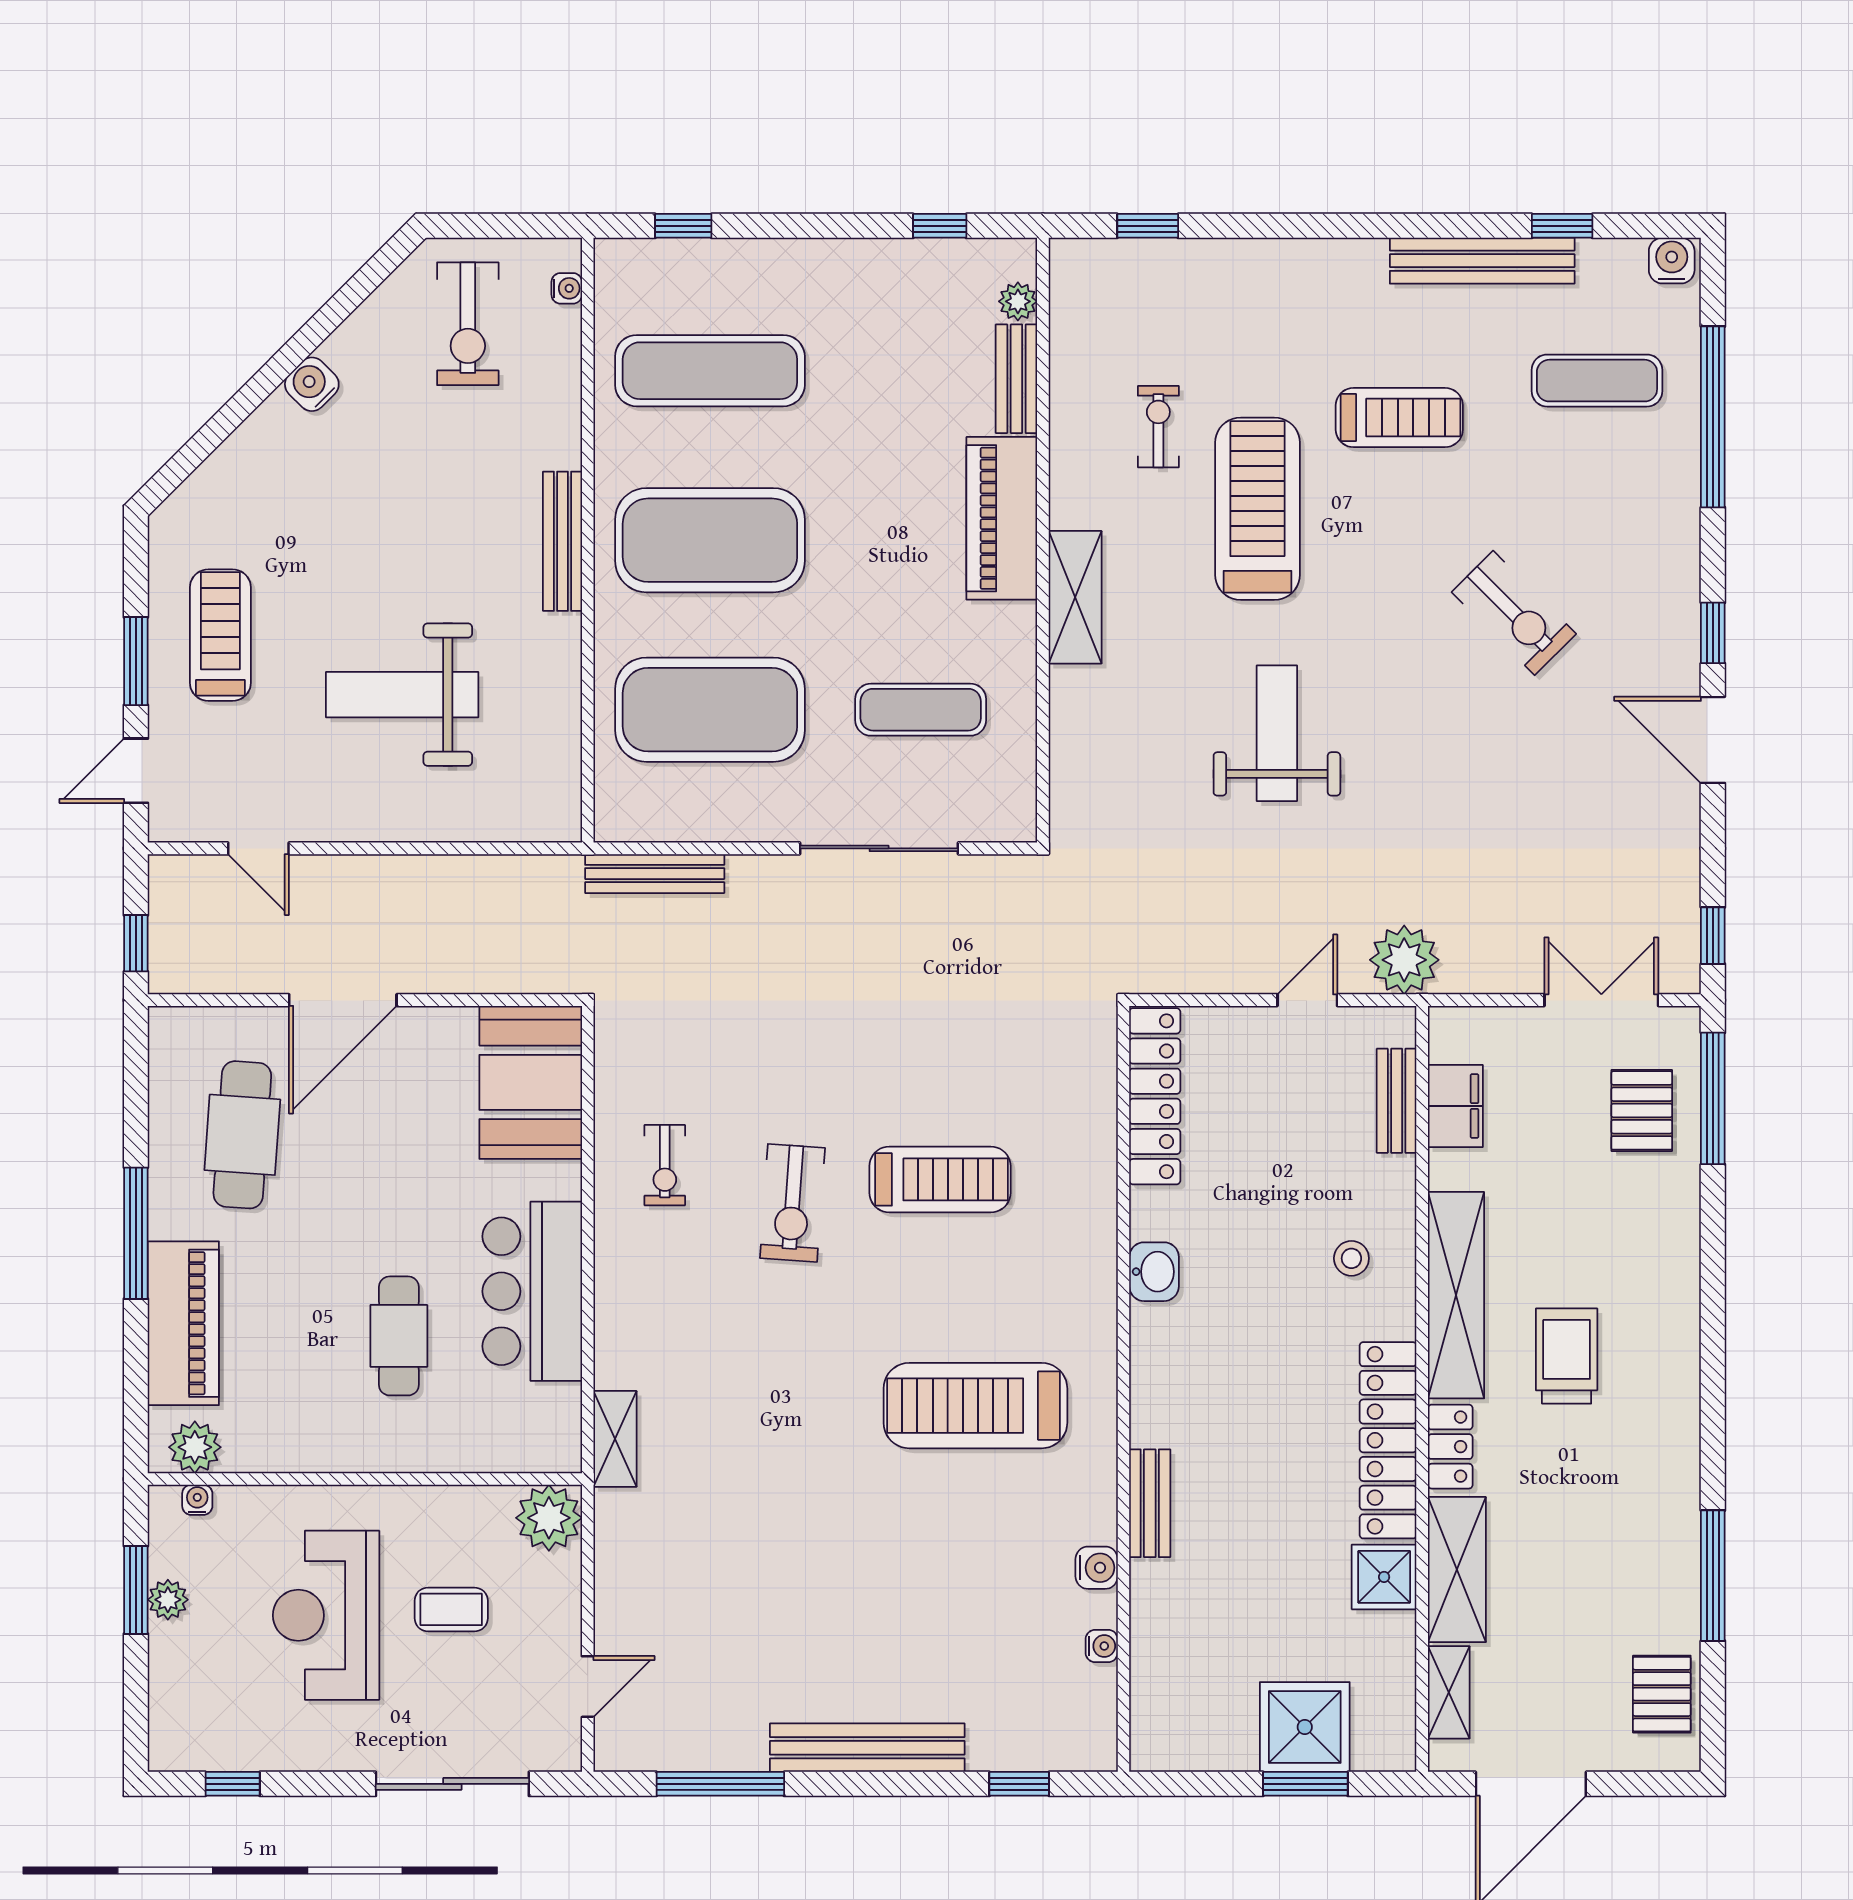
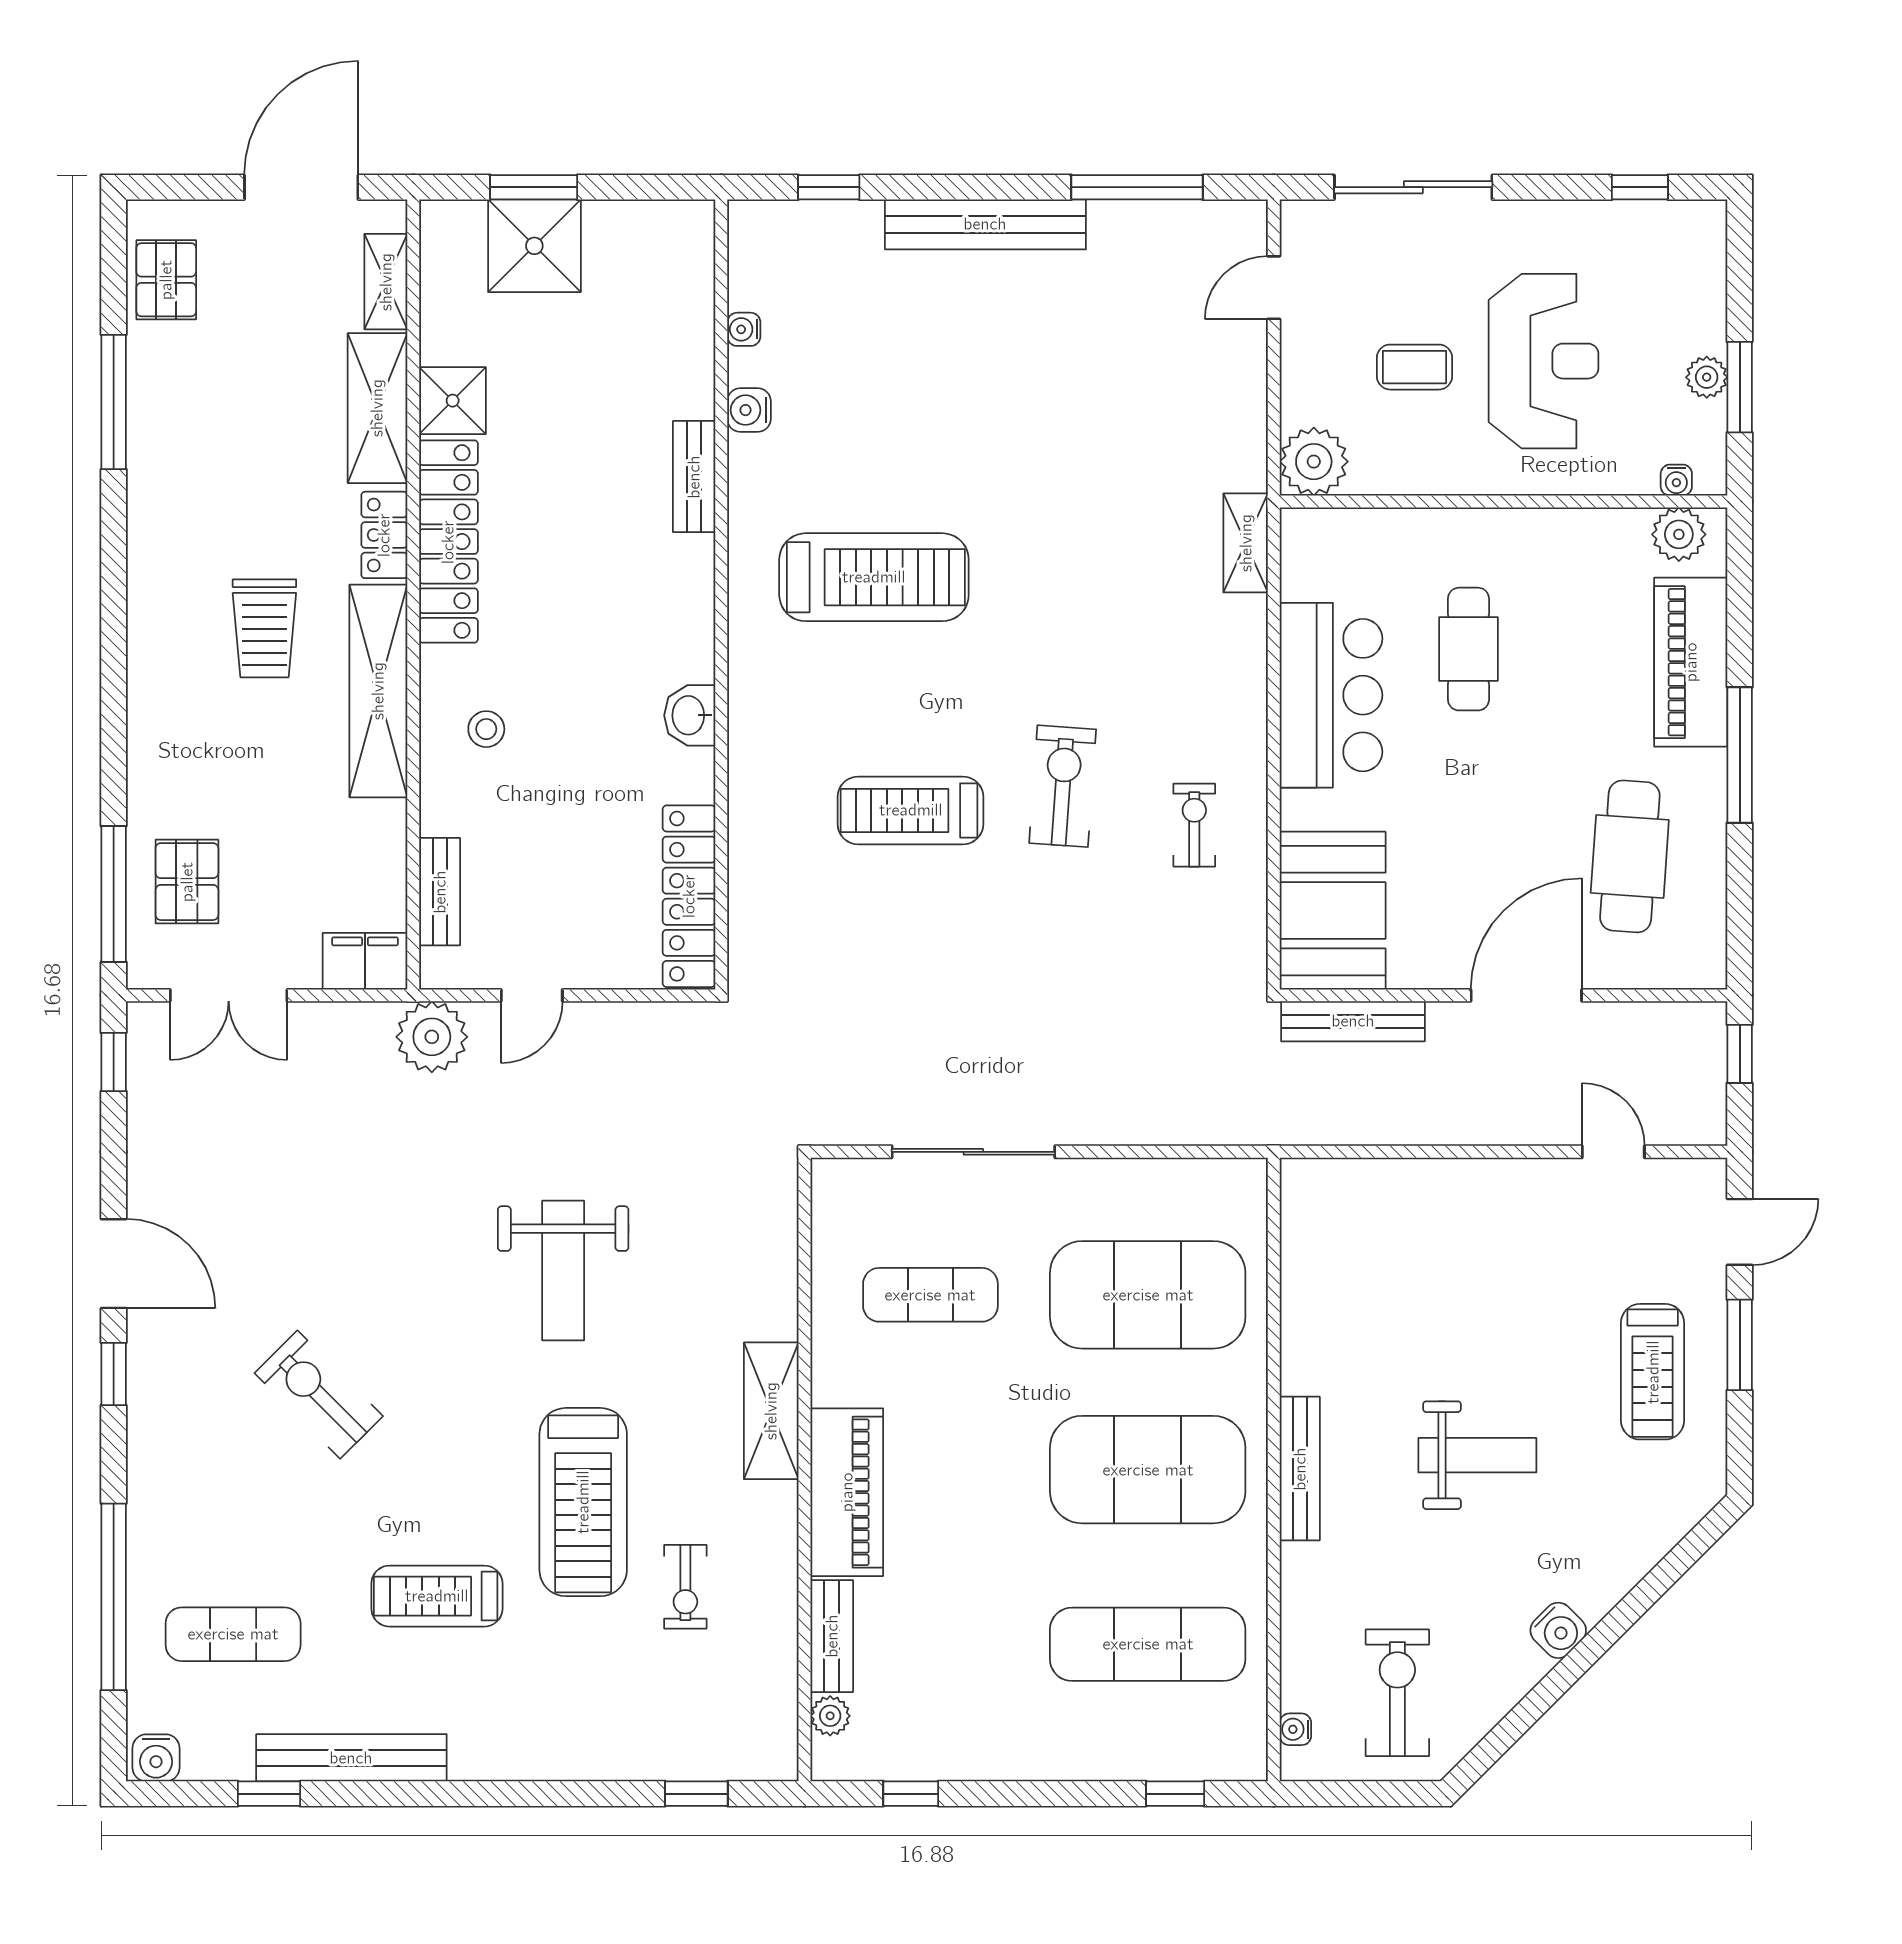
weight bench: (402, 695) -> (1477, 1455), moved, width x0.73, depth x0.75
bench: (655, 874) -> (1353, 1021), moved
filing cabinet: (1455, 1106) -> (365, 961), moved, turned 90

